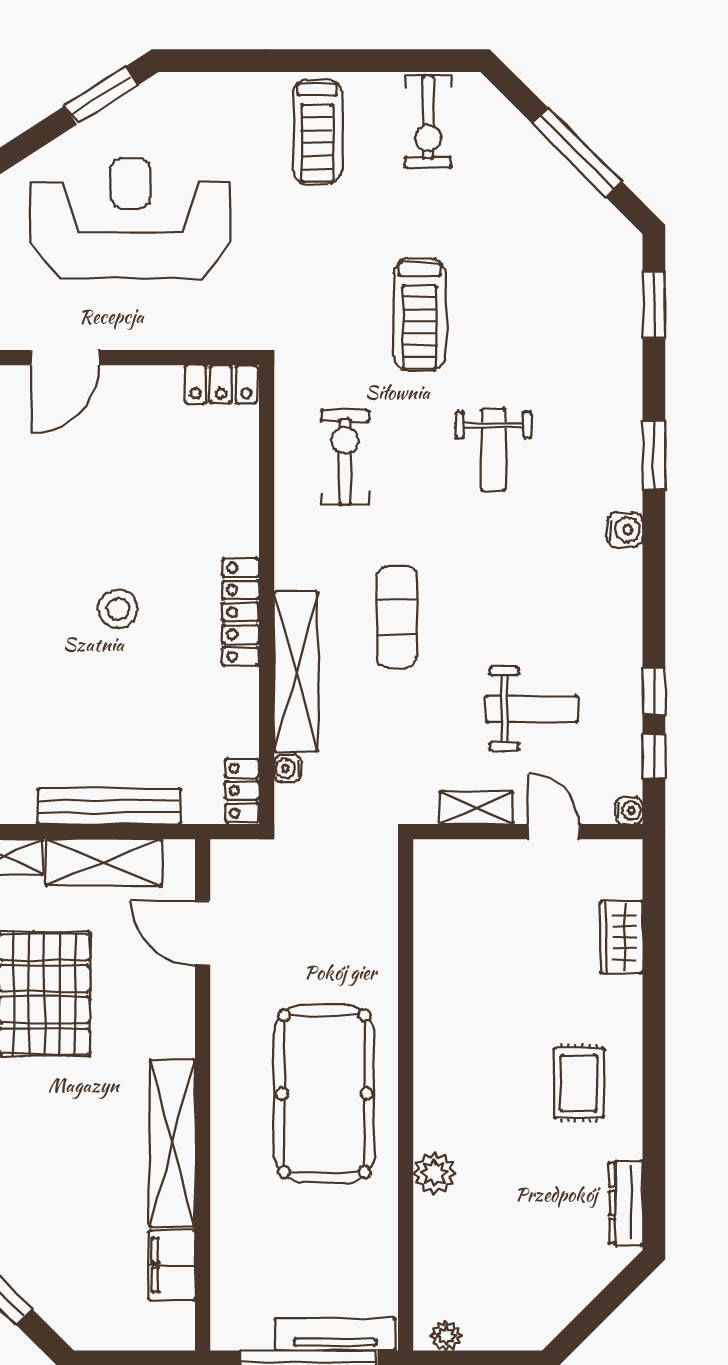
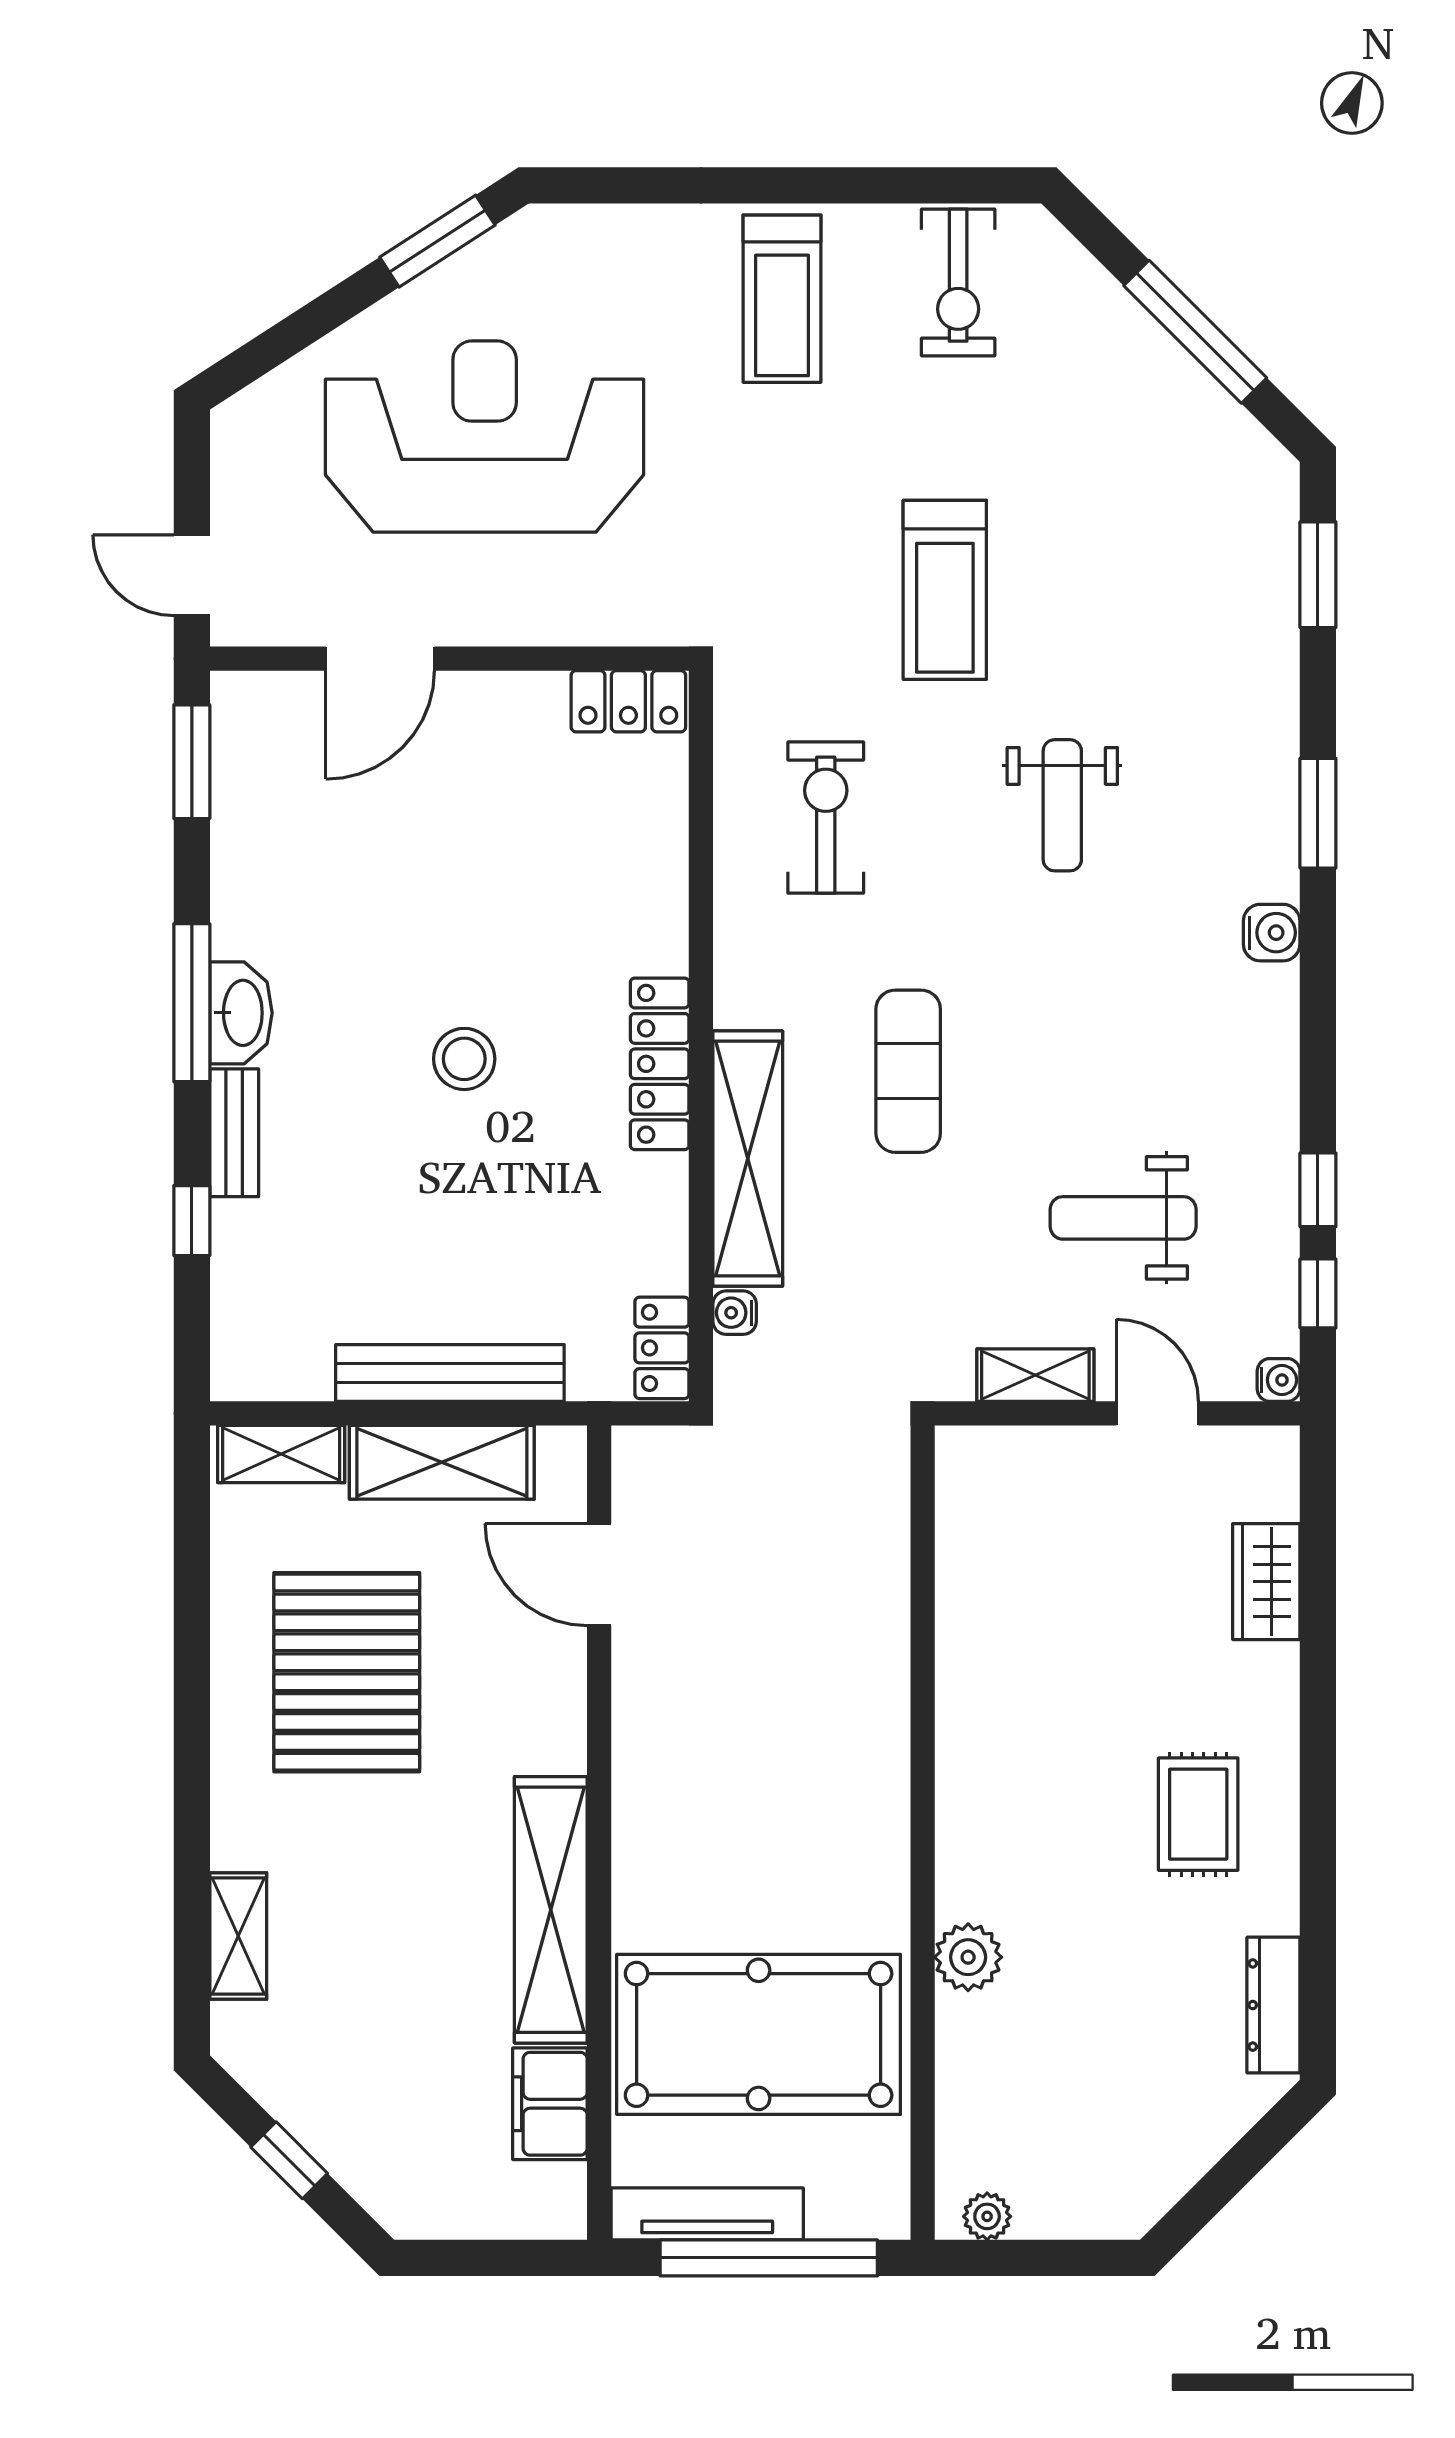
weight bench: (532, 709) -> (1123, 1218), turned 180
pool table: (324, 1094) -> (759, 2034), moved, turned 90
tv unit: (335, 1334) -> (707, 2214), moved

